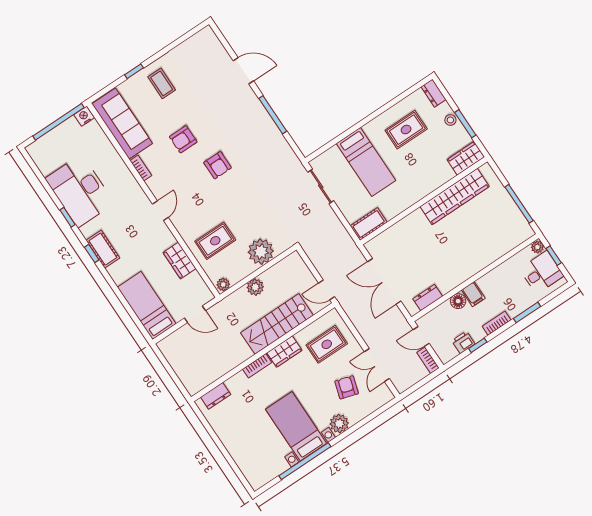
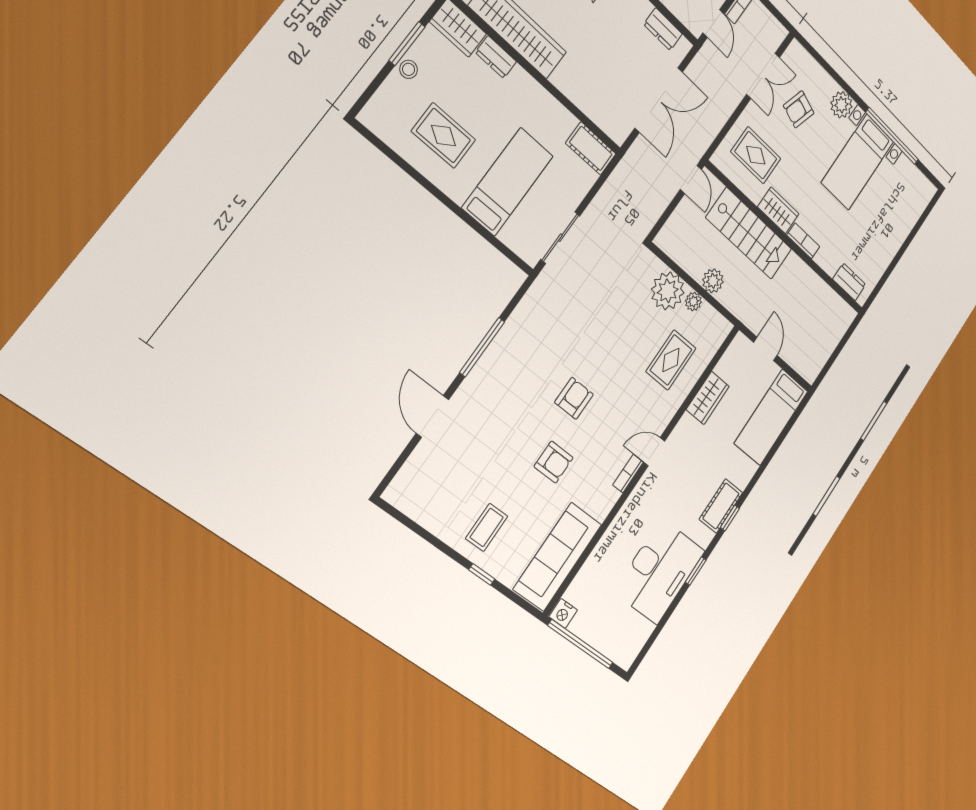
dresser: (434, 93) -> (496, 57), moved, turned 90
bookcase: (141, 168) -> (628, 474), moved
rug: (215, 241) -> (671, 360), turned 90
plant: (223, 285) -> (693, 301), moved

